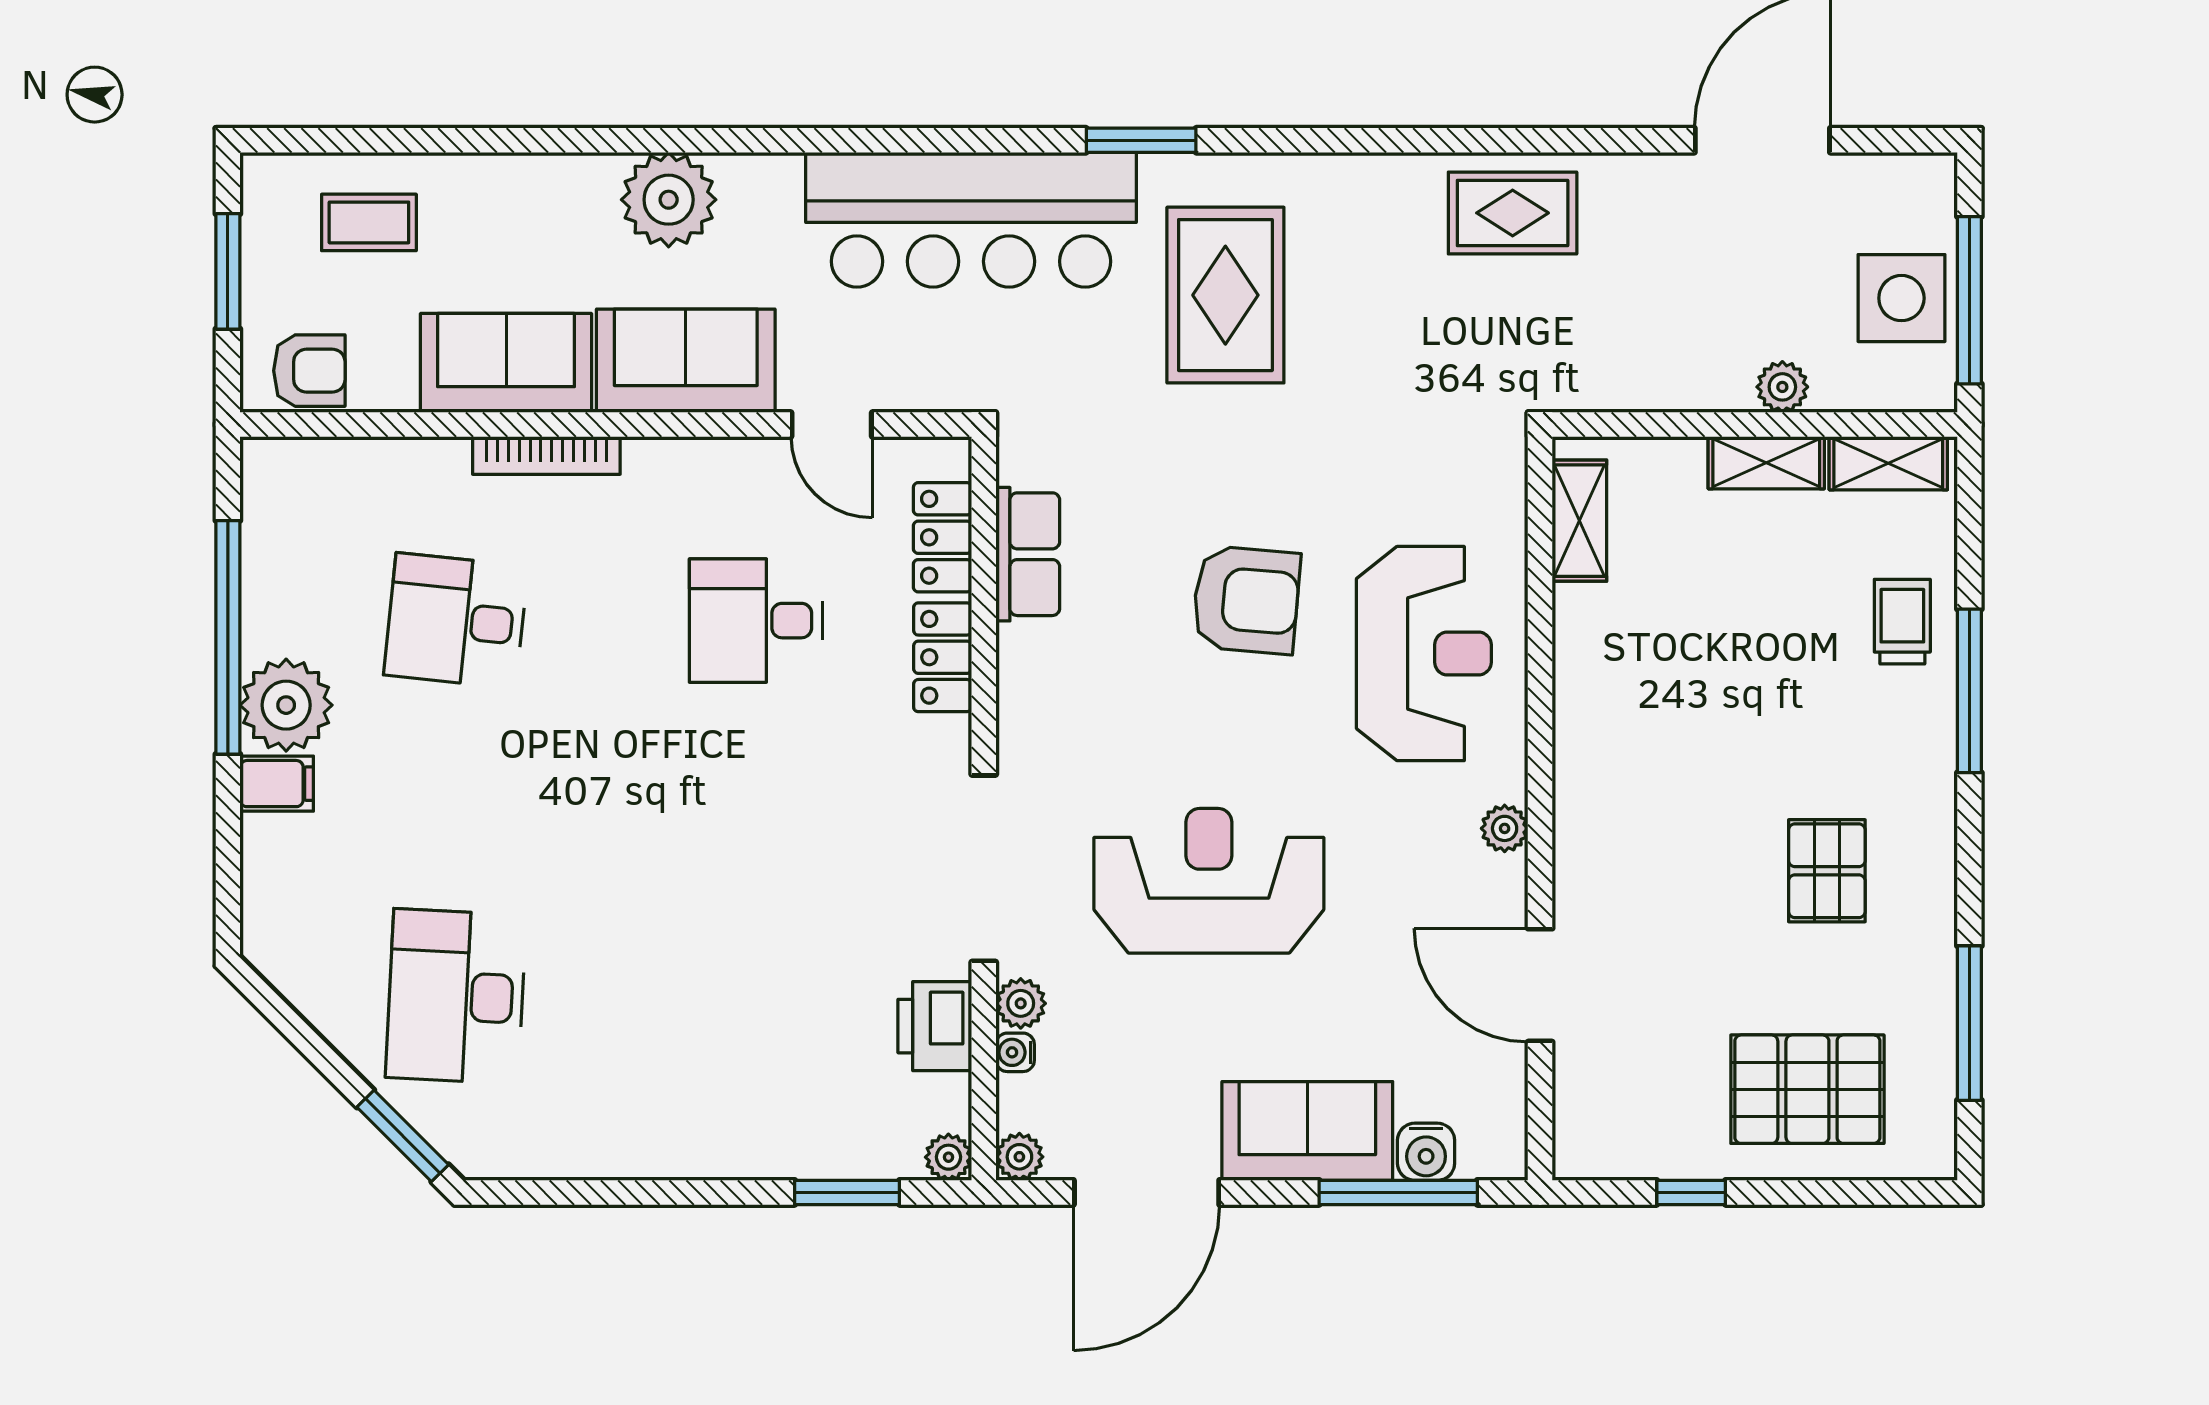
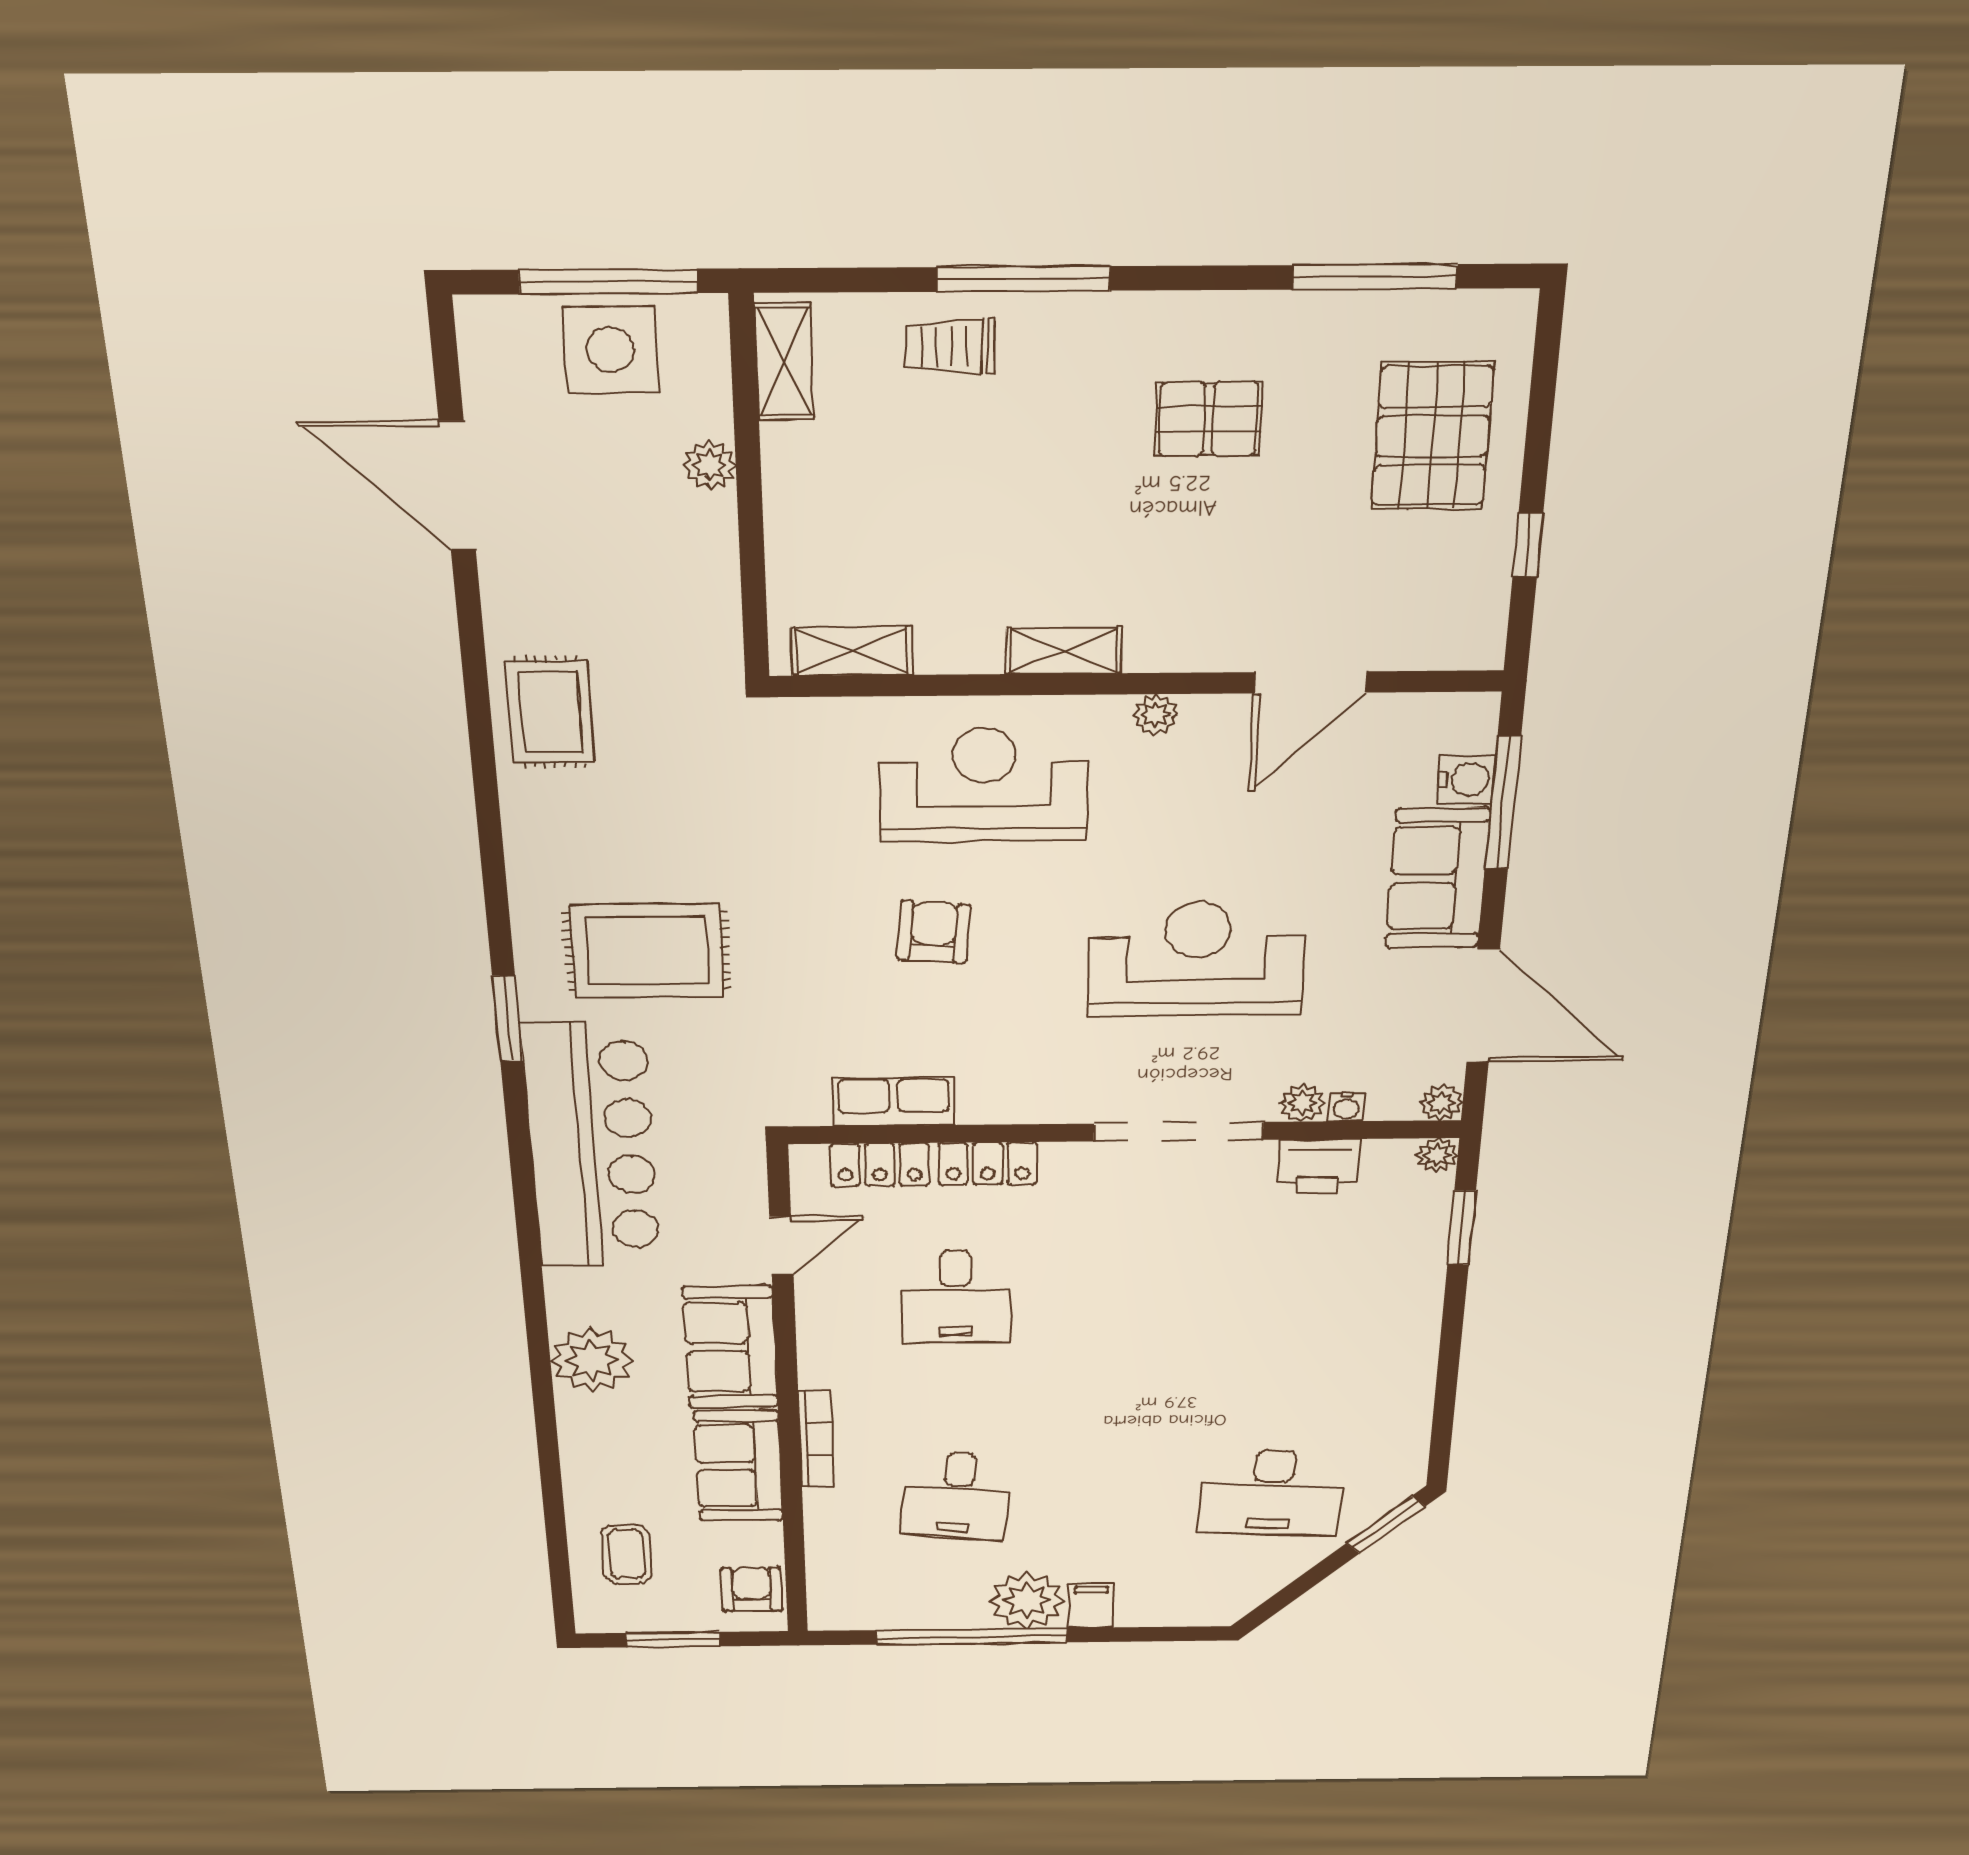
shelving: (1766, 463) -> (1064, 650), moved, turned 90
armchair: (1246, 600) -> (934, 932), width x0.72, depth x0.72
reception desk: (1209, 881) -> (1197, 959), turned 90

